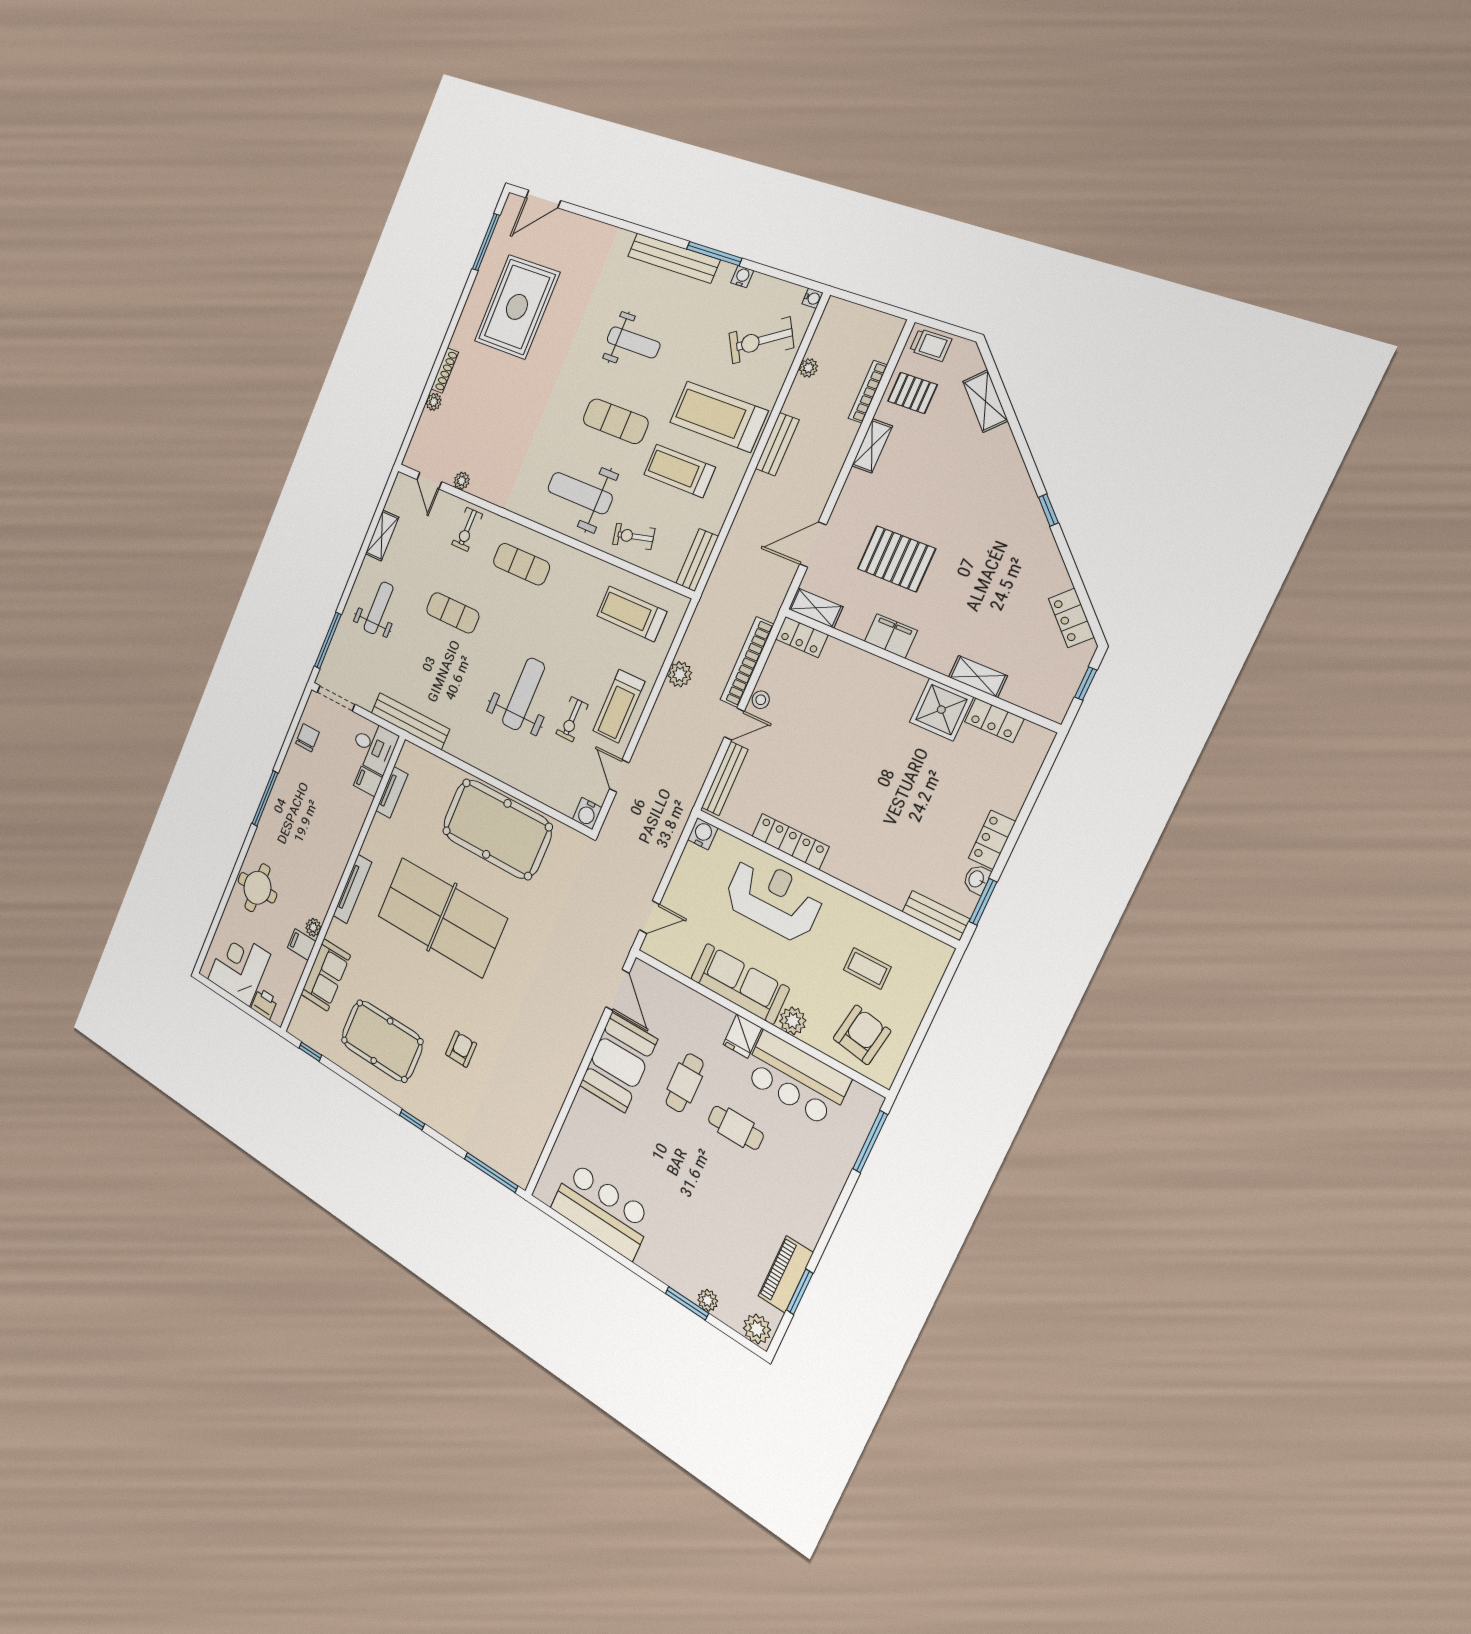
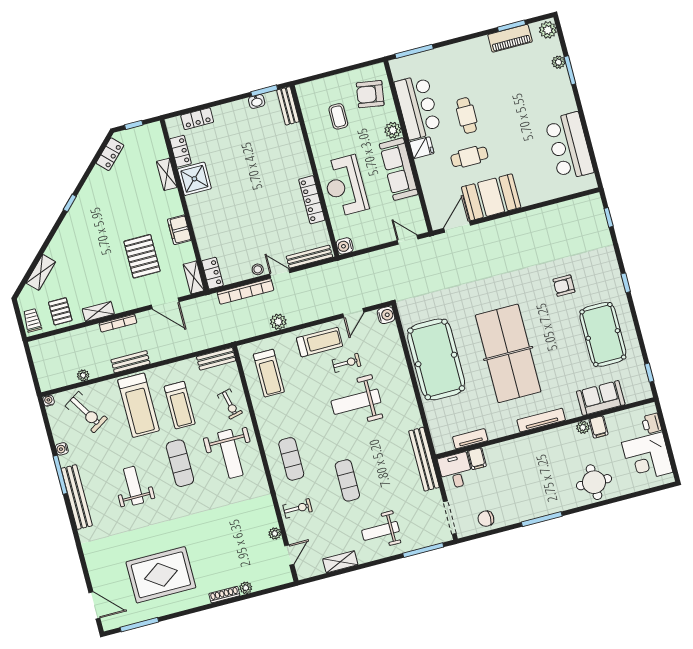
bookcase: (868, 392) -> (118, 323), moved
locker: (992, 840) -> (197, 119), moved
window: (491, 1172) -> (609, 217), width x0.46

